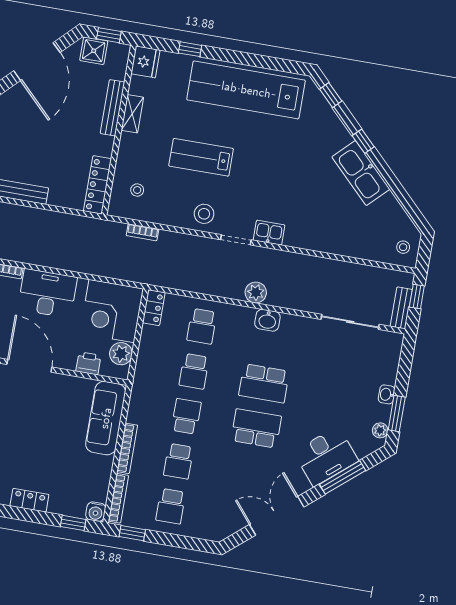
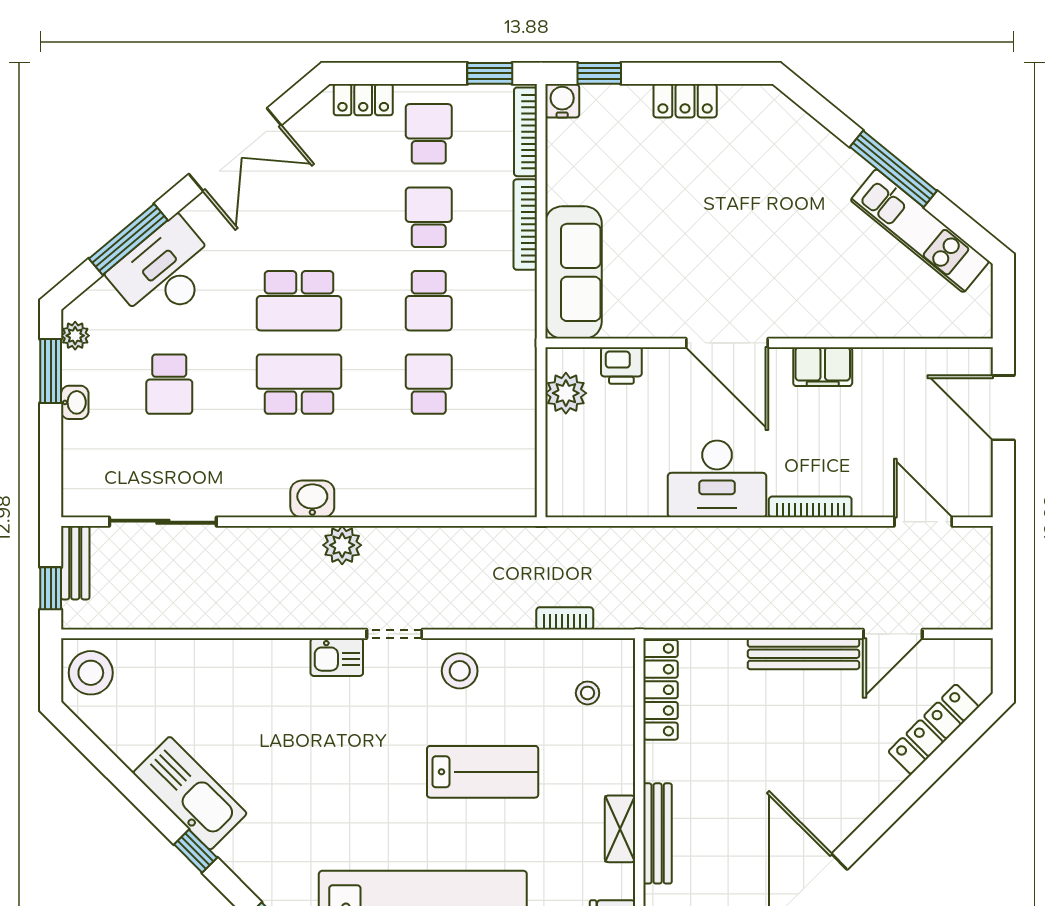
stool: (403, 247) -> (91, 673), width x1.89, depth x1.89
locker: (154, 308) -> (363, 100), moved, turned -90
corner desk: (112, 311) -> (596, 467), removed
school desk: (202, 326) -> (169, 384), moved, turned 180

